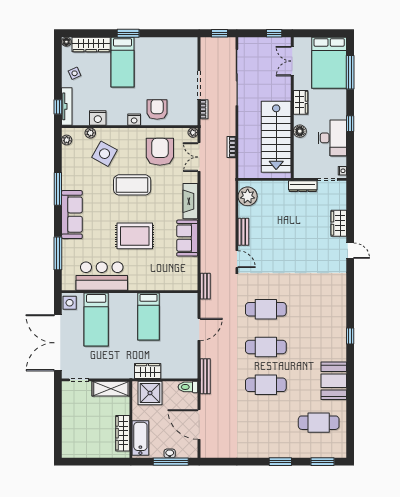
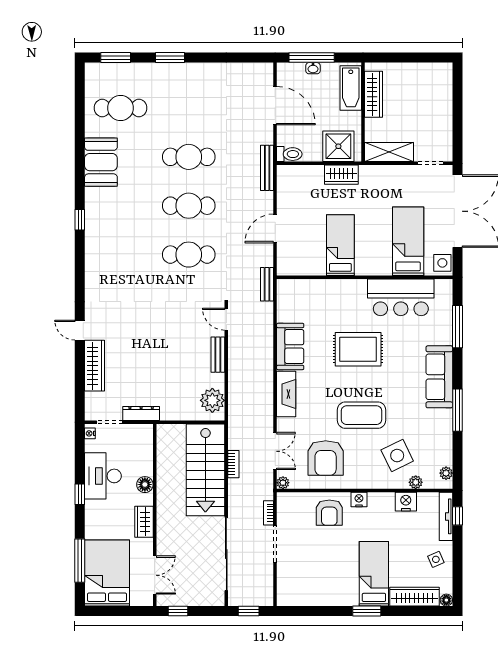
stairs: (276, 137) -> (205, 470), moved, turned 180
side table: (105, 154) -> (397, 456), turned 35
wardrobe: (339, 223) -> (94, 366), width x1.50

